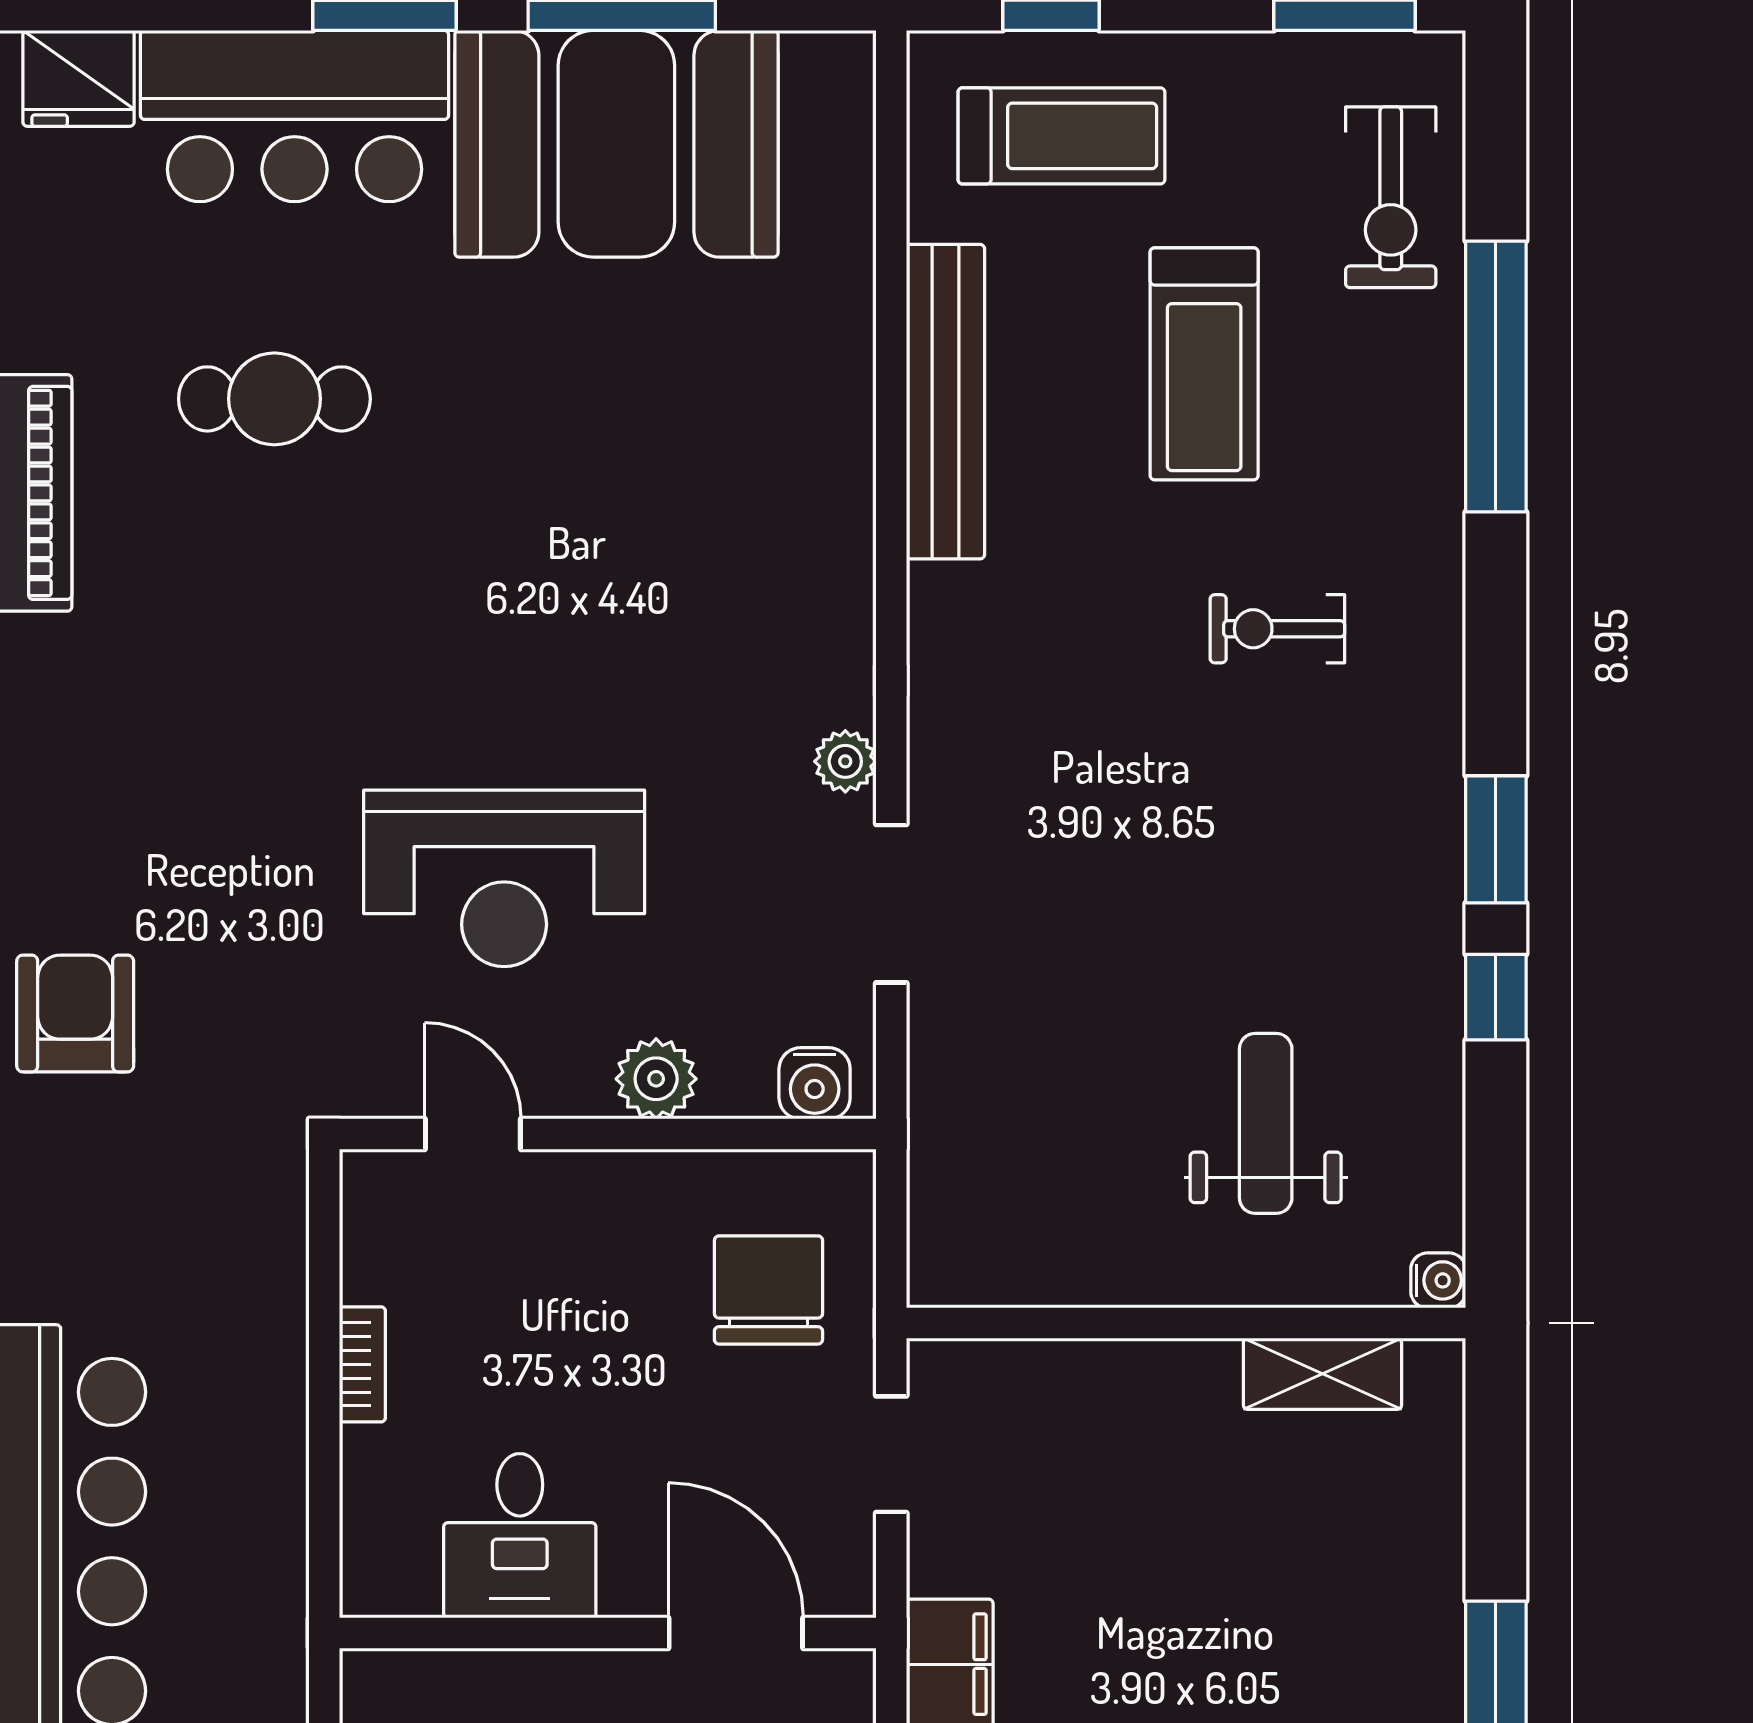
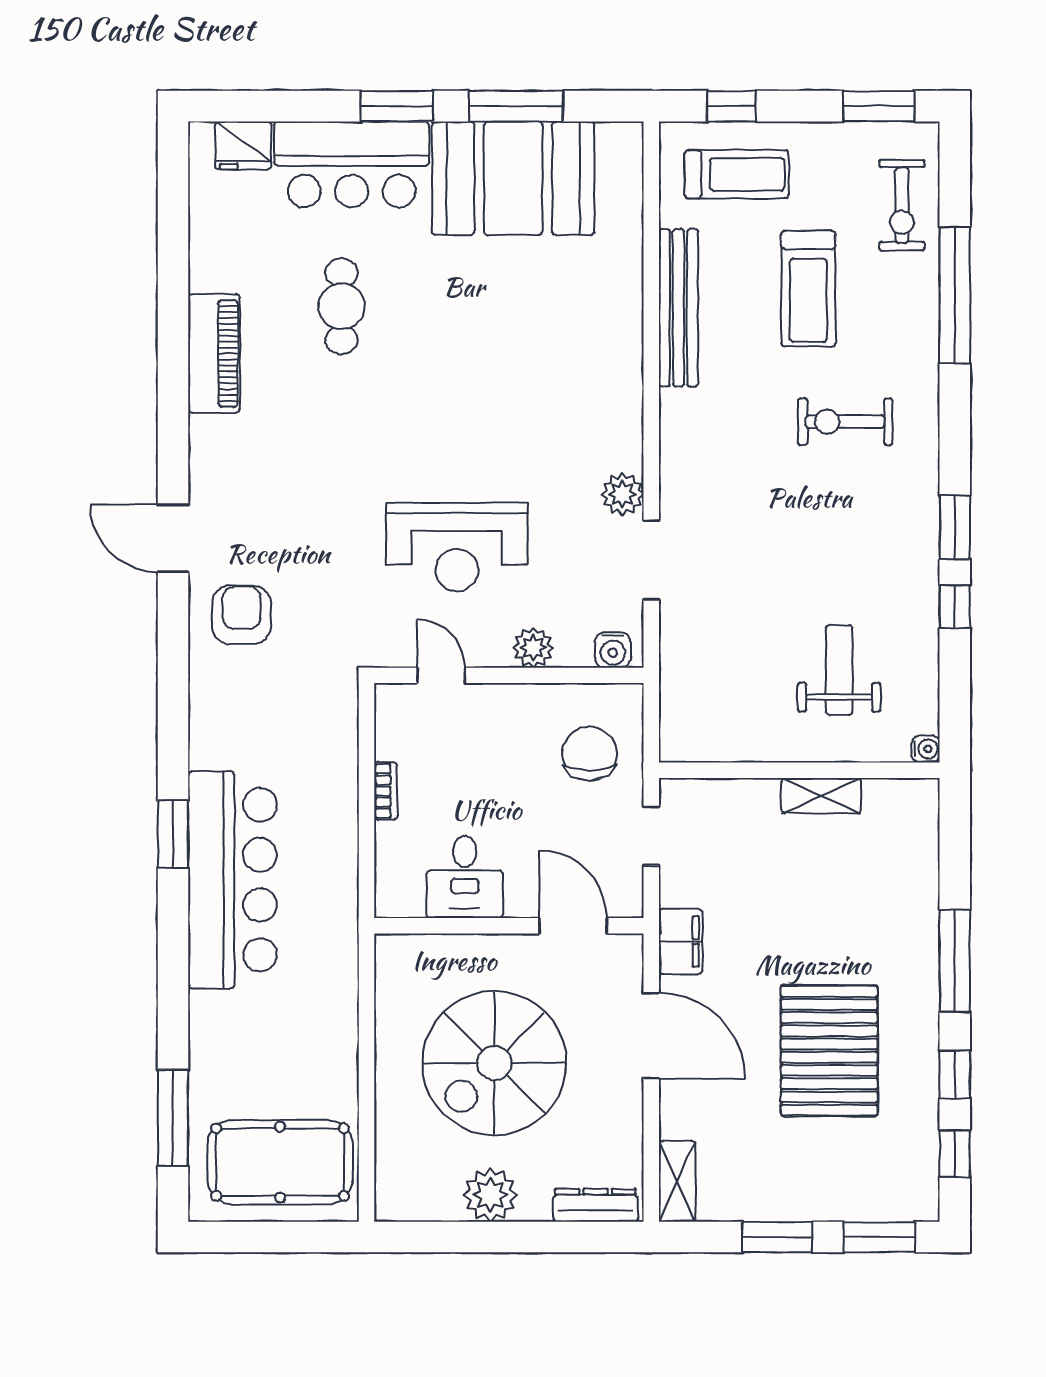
cafe table: (274, 399) -> (342, 306), turned 90
exercise bike: (1277, 629) -> (845, 422), width x1.38, depth x1.39
plant: (845, 761) -> (622, 494), width x1.38, depth x1.38
shelving: (1322, 1374) -> (821, 796), moved

